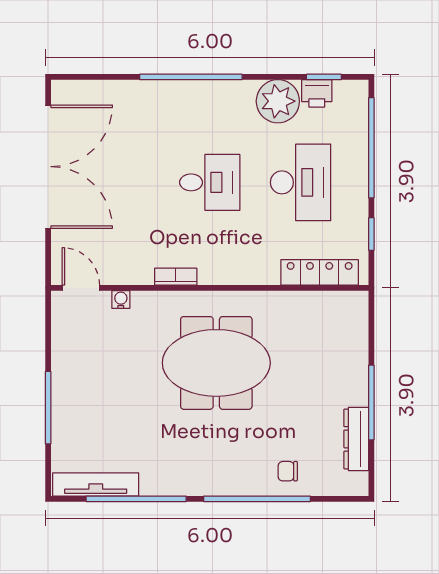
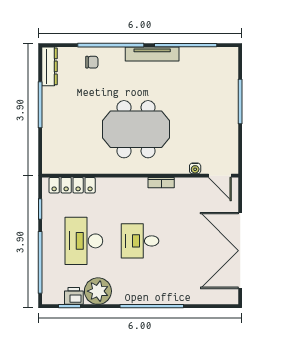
dresser: (356, 439) -> (49, 66), moved
tv unit: (96, 484) -> (152, 54), moved

